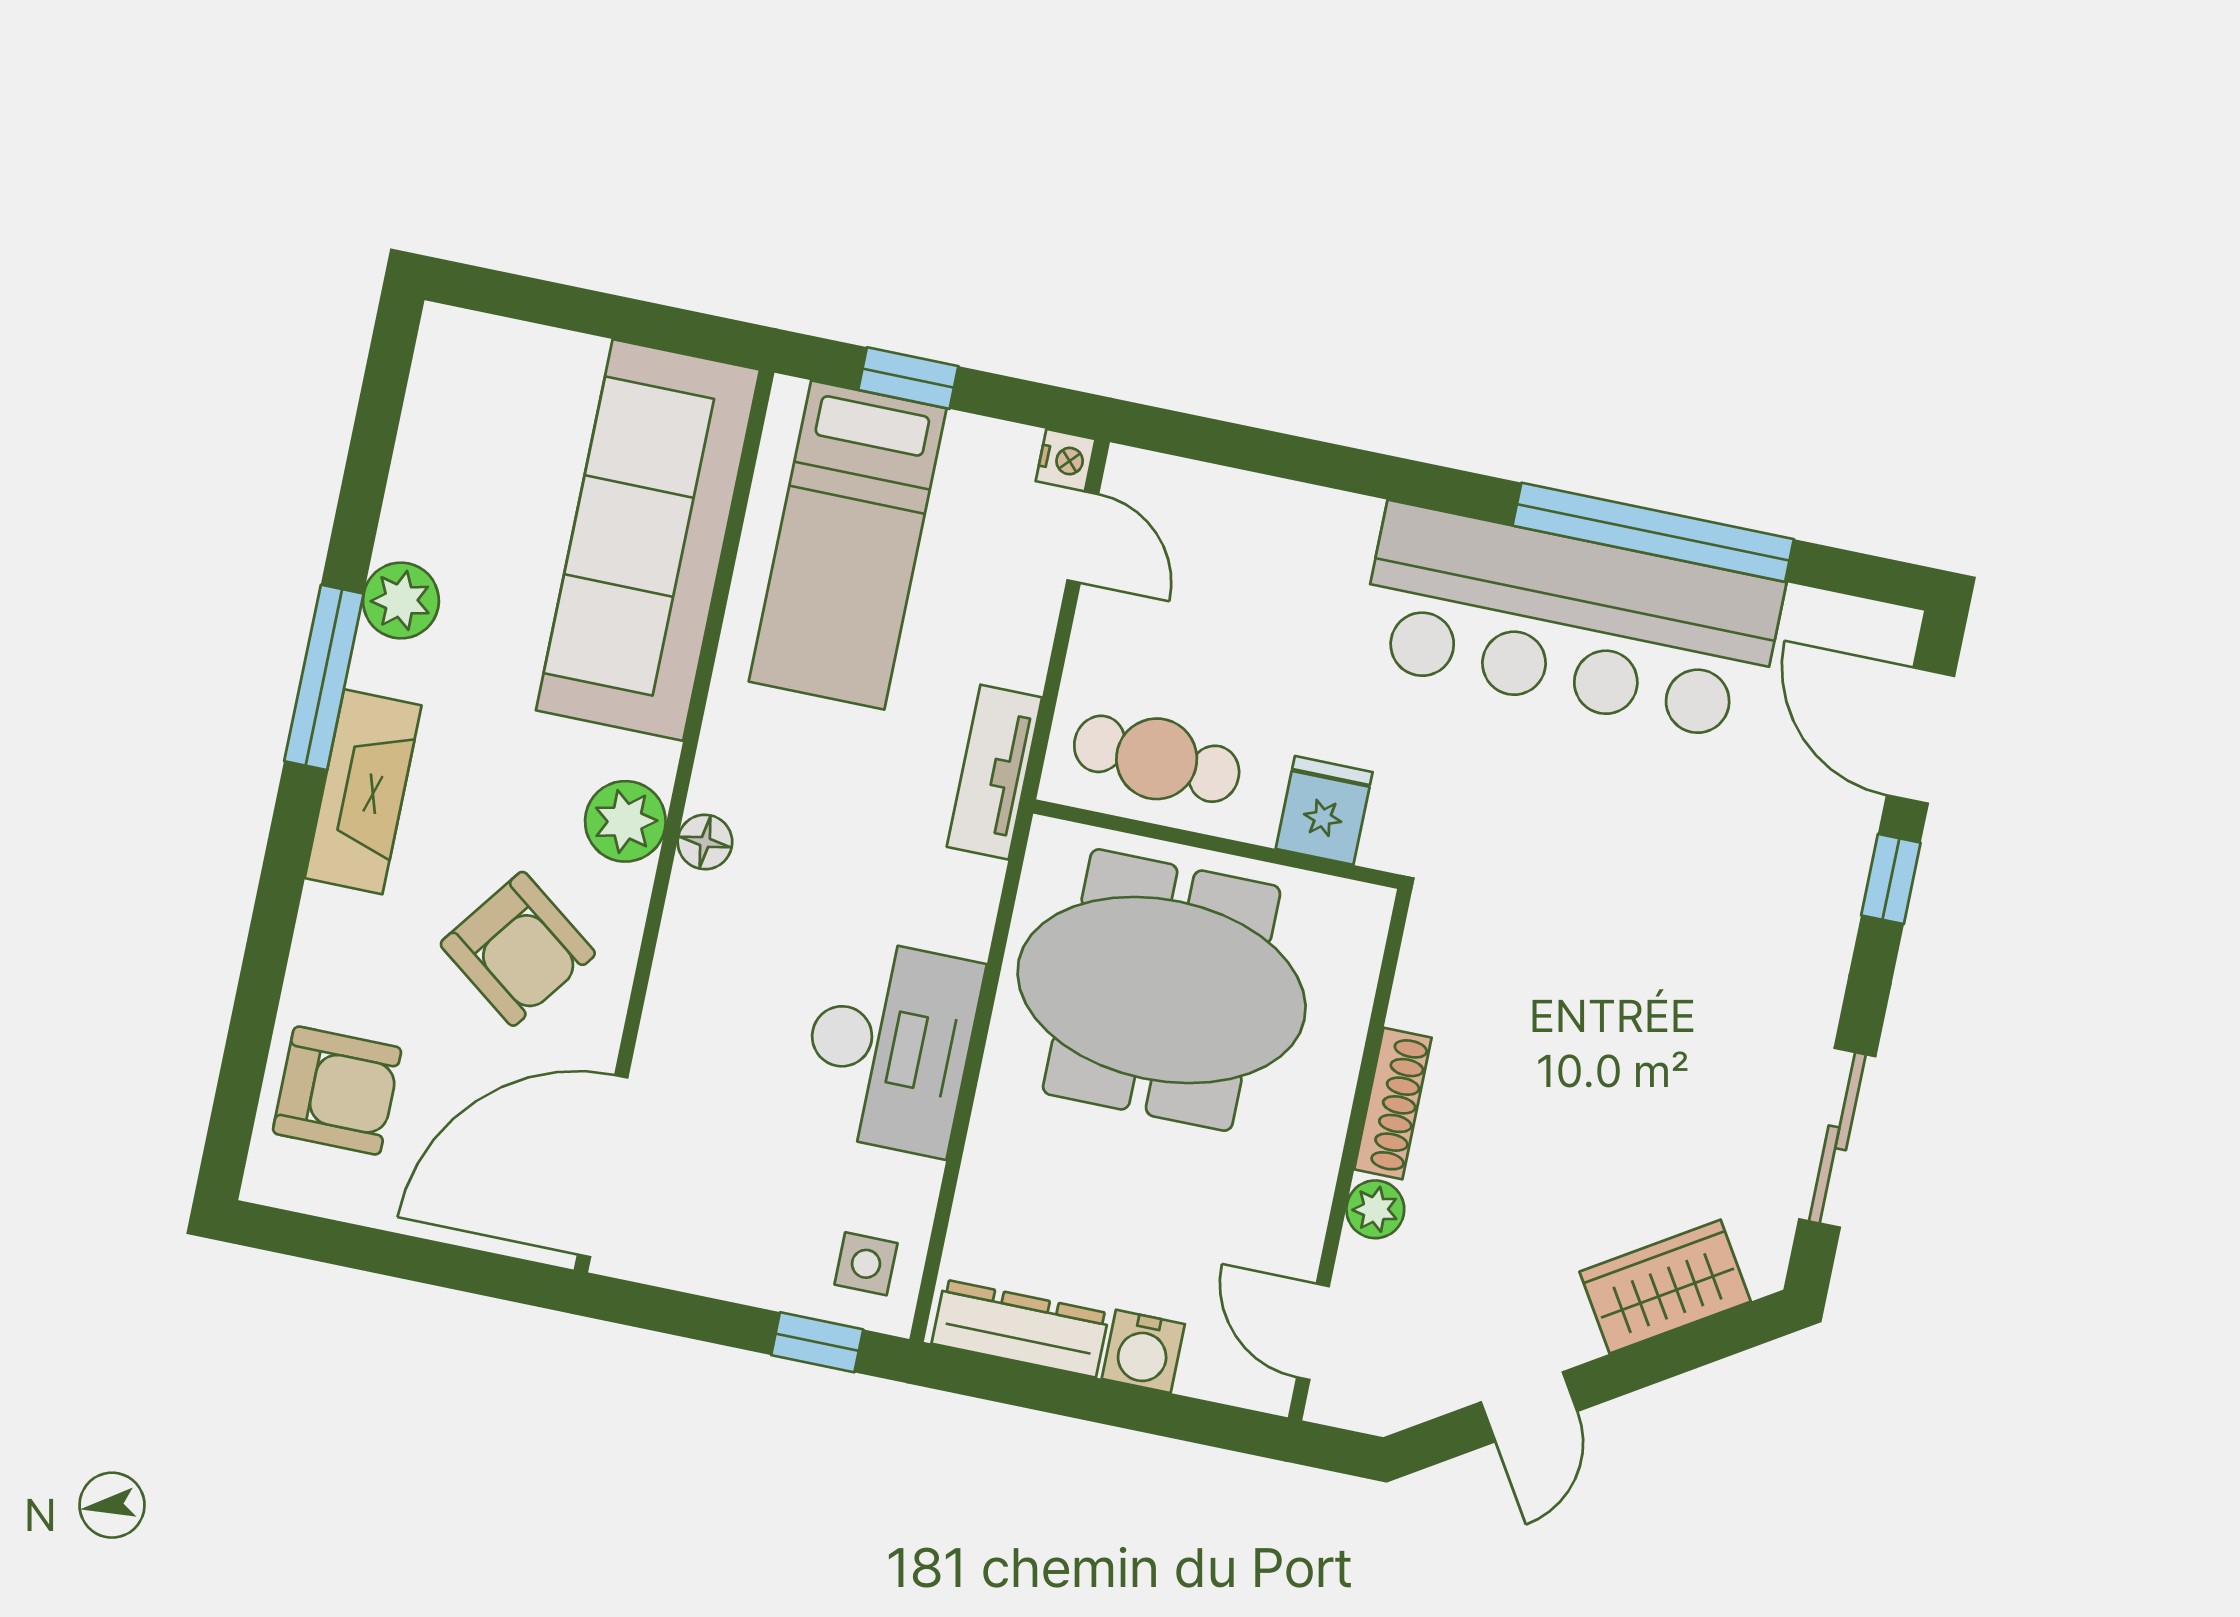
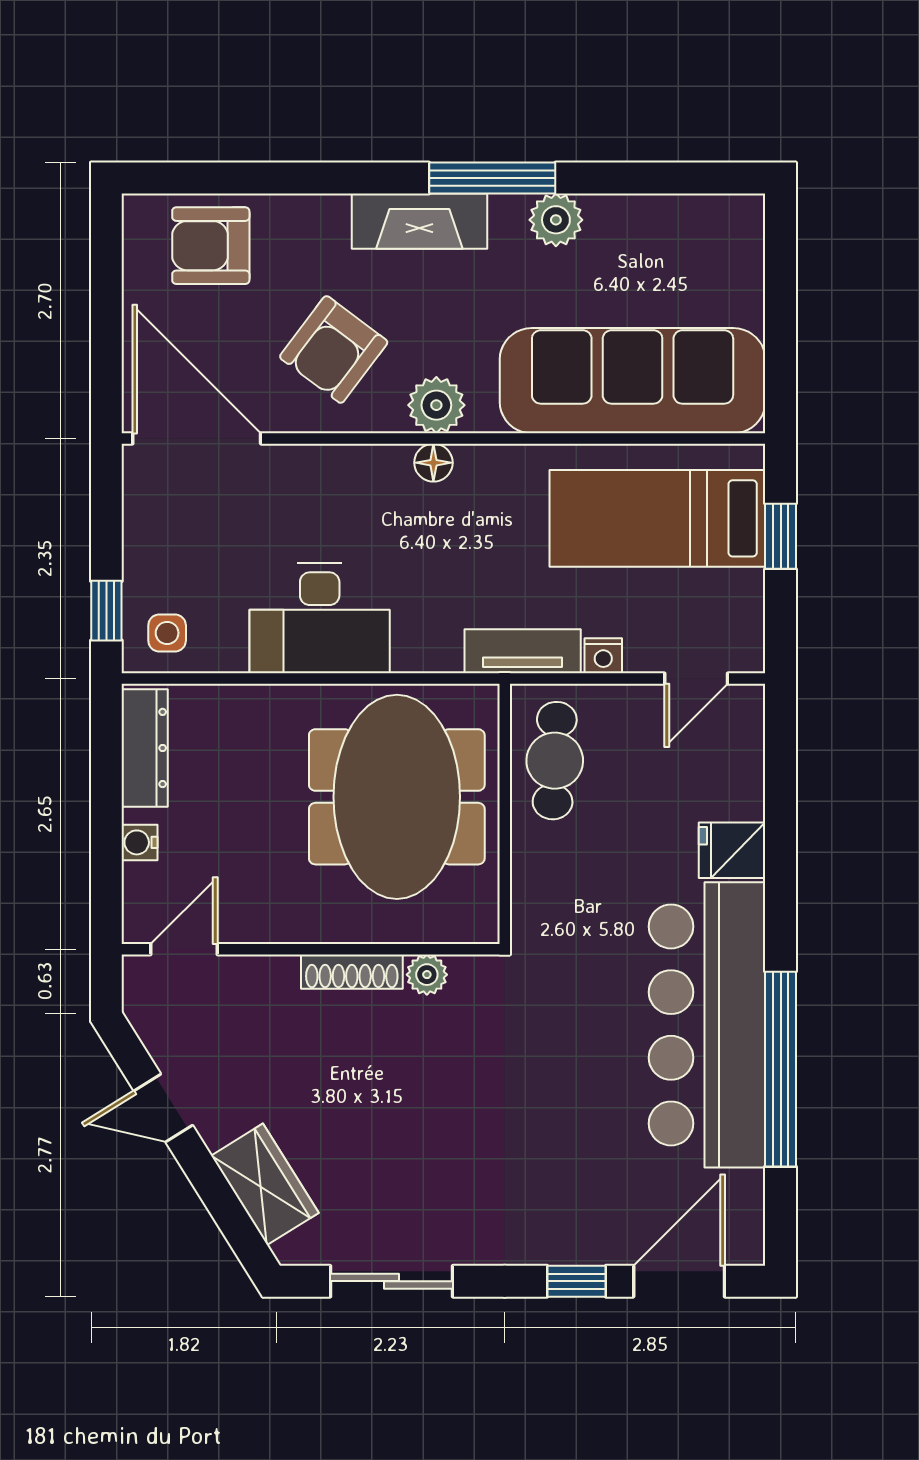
nightstand: (1066, 460) -> (603, 656), moved
fridge: (1324, 810) -> (732, 850), moved, turned 180
armchair: (337, 1091) -> (211, 246), turned 90
plant: (1375, 1209) -> (427, 975), moved
water cooler: (1143, 1351) -> (140, 842), width x0.72, depth x0.72

